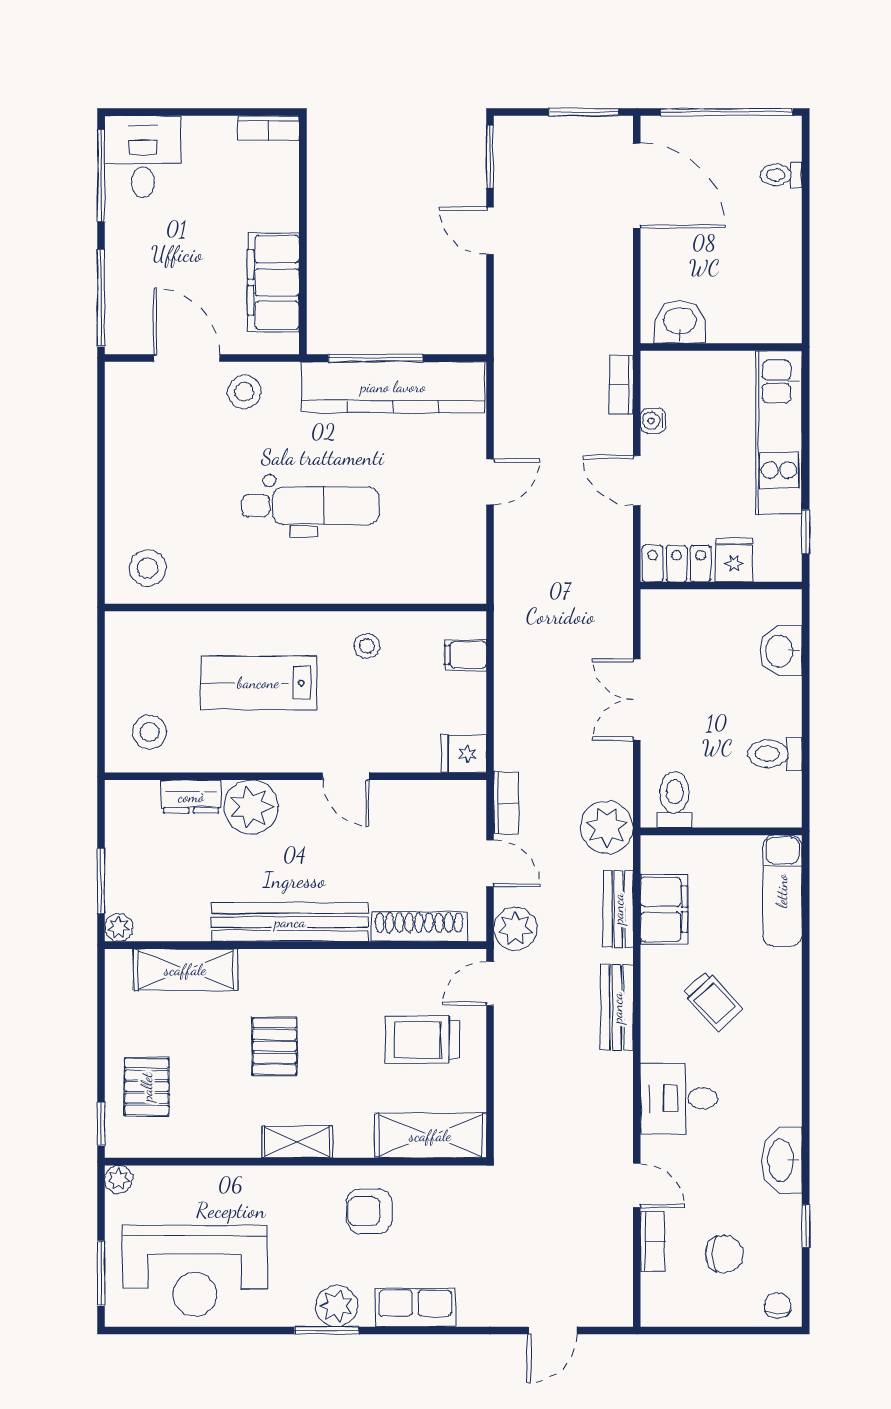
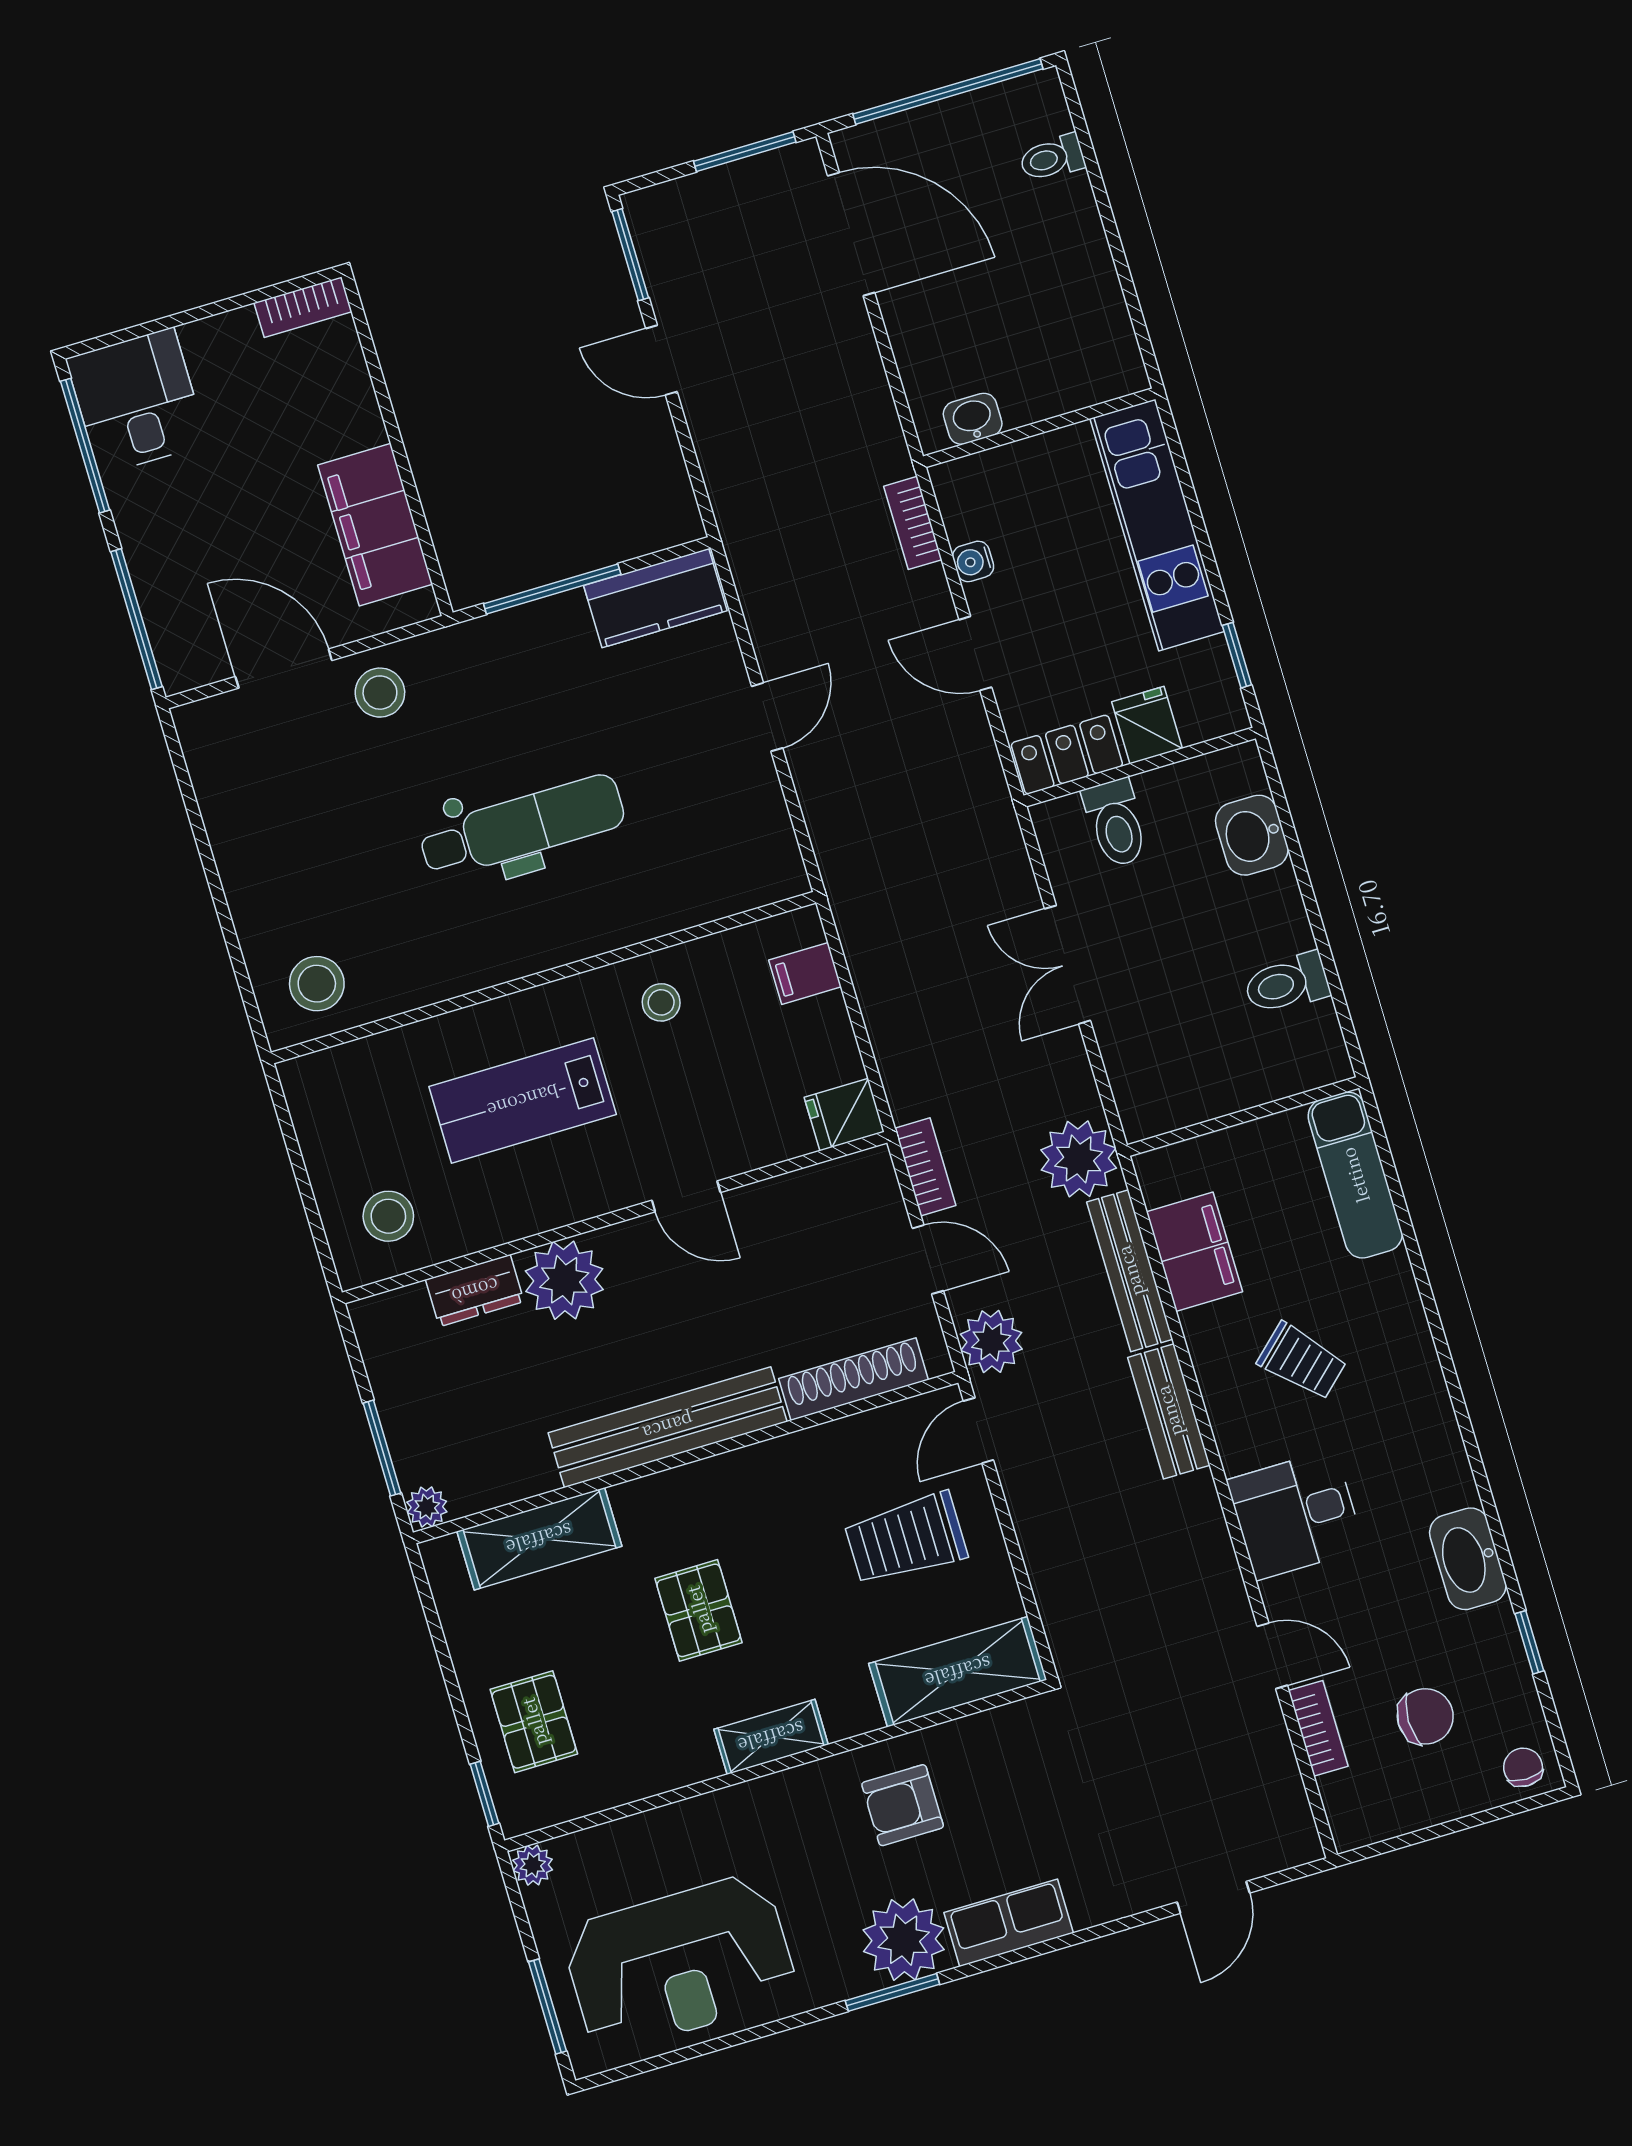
washbasin: (680, 322) -> (973, 419), width x0.72, depth x0.69
kitchen counter: (393, 387) -> (655, 598), width x0.48, depth x0.86
toilet: (675, 800) -> (1116, 823), moved, turned 180
bench: (618, 909) -> (1130, 1271), width x1.36
plant: (337, 1306) -> (904, 1940), width x1.36, depth x1.36

